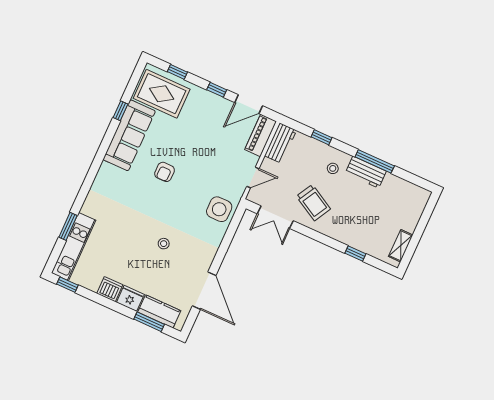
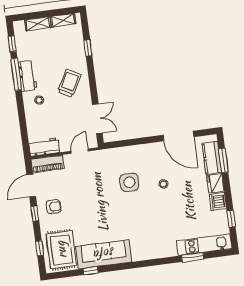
door: (249, 104) -> (31, 186), swing flipped
window: (321, 137) -> (12, 44), moved
armchair: (165, 172) -> (53, 207), moved
door: (253, 177) -> (80, 151), hinge flipped
trolley: (313, 203) -> (69, 83), moved
side table: (219, 209) -> (129, 182), moved
shelving: (414, 217) -> (38, 24), added
window: (67, 285) -> (231, 219), moved
door: (204, 291) -> (178, 136), swing flipped

